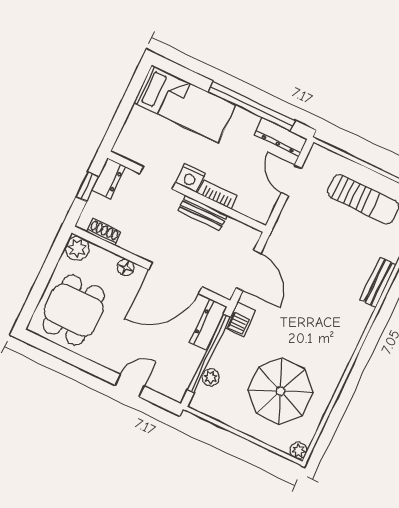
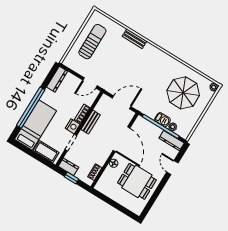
window: (252, 106) -> (31, 108), moved
cot: (134, 130) -> (46, 152), added
door: (291, 180) -> (90, 83), moved
plant: (77, 248) -> (102, 186), removed
dining table: (74, 310) -> (137, 181), moved
barbecue: (240, 319) -> (163, 120), moved
dresser: (208, 325) -> (172, 141), moved

